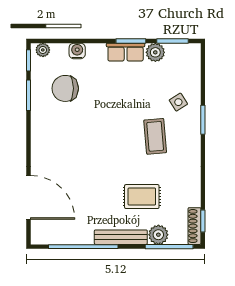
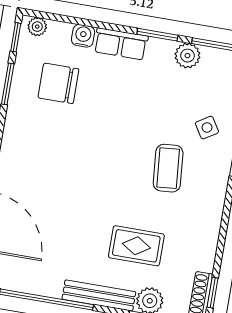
row of seats: (126, 52) -> (121, 44), moved

